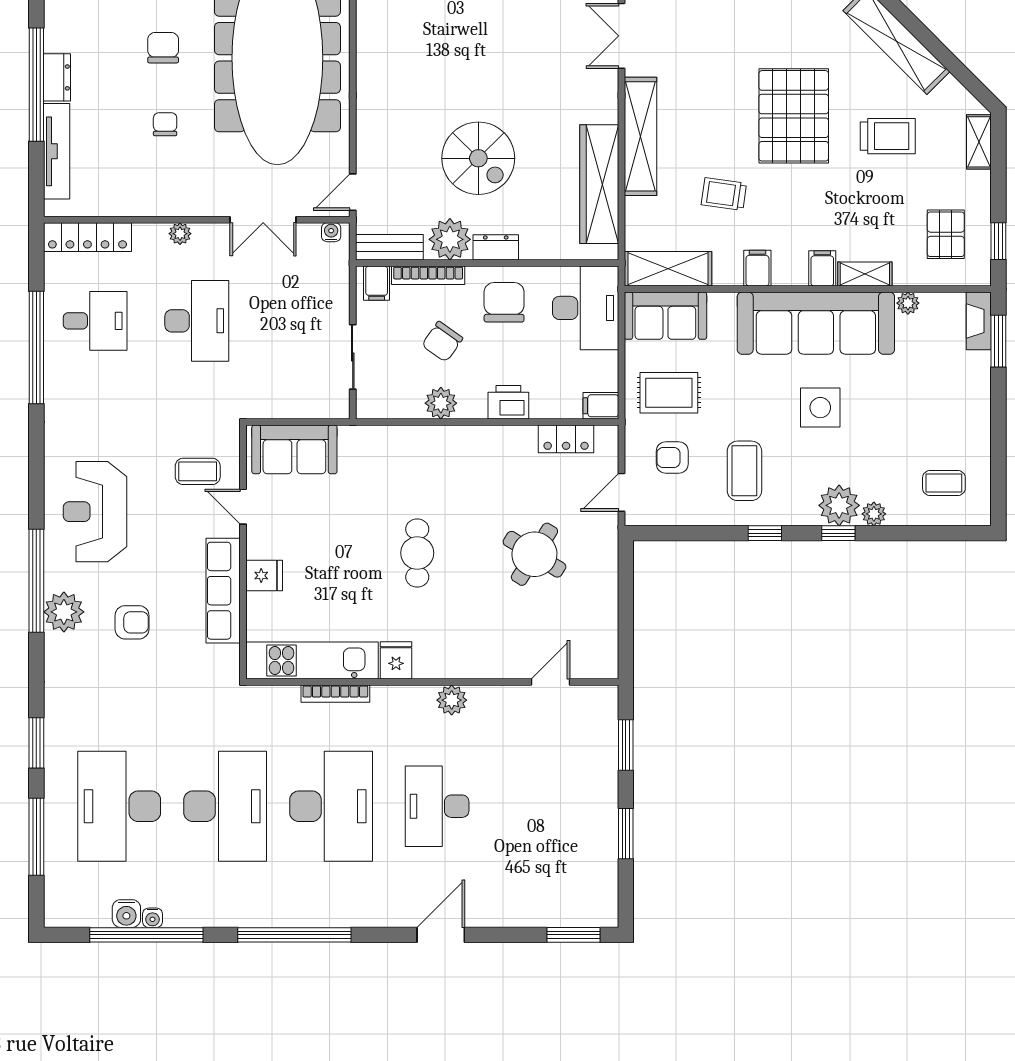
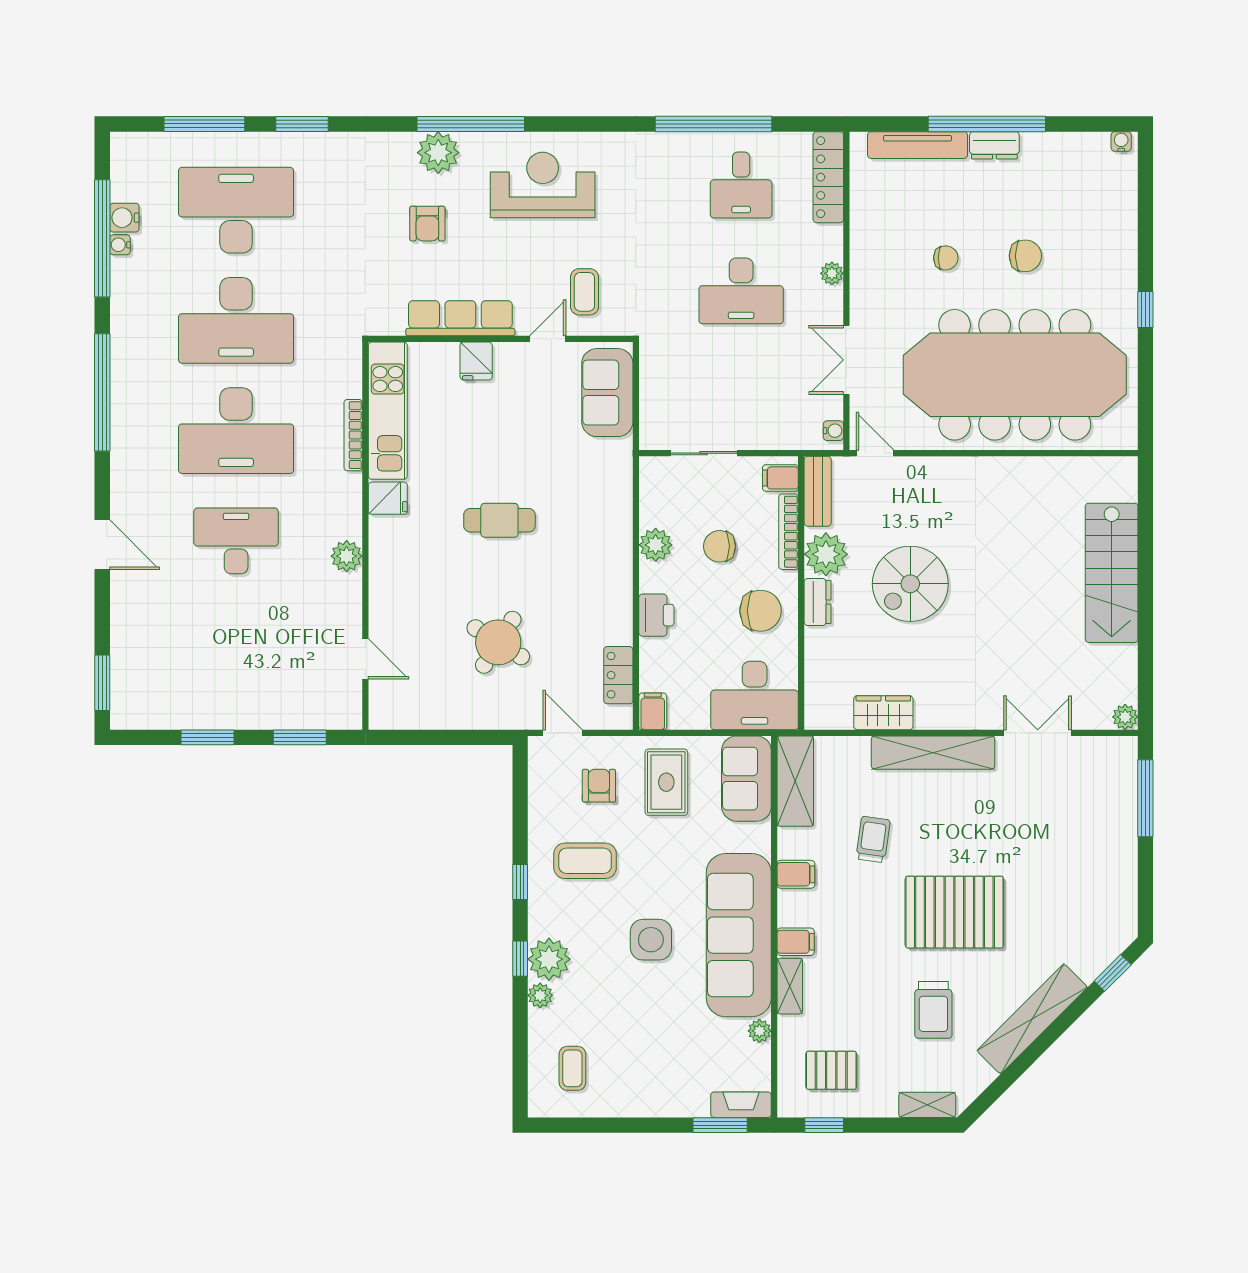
wardrobe: (599, 184) -> (883, 713), width x0.48, depth x0.85
chair: (442, 342) -> (719, 546), turned -35

